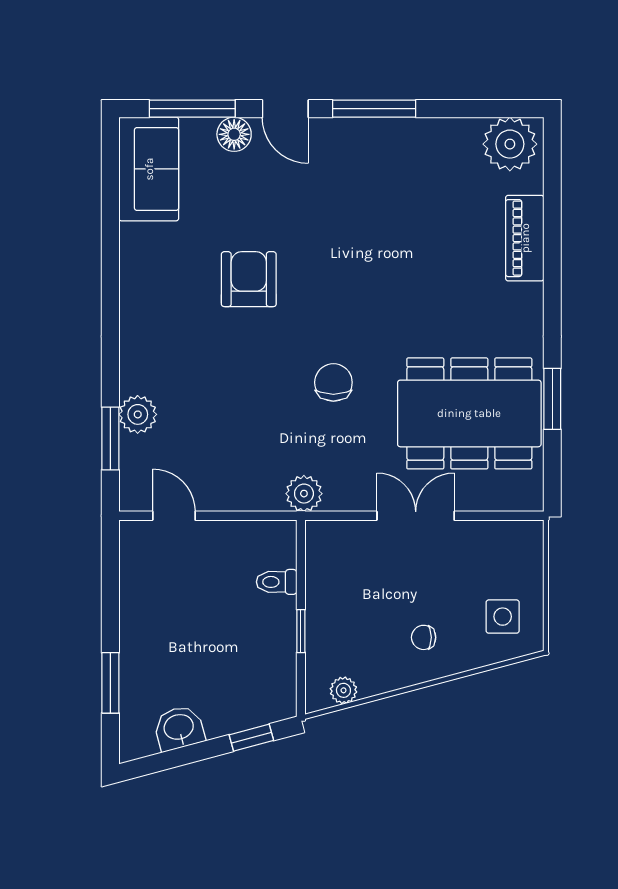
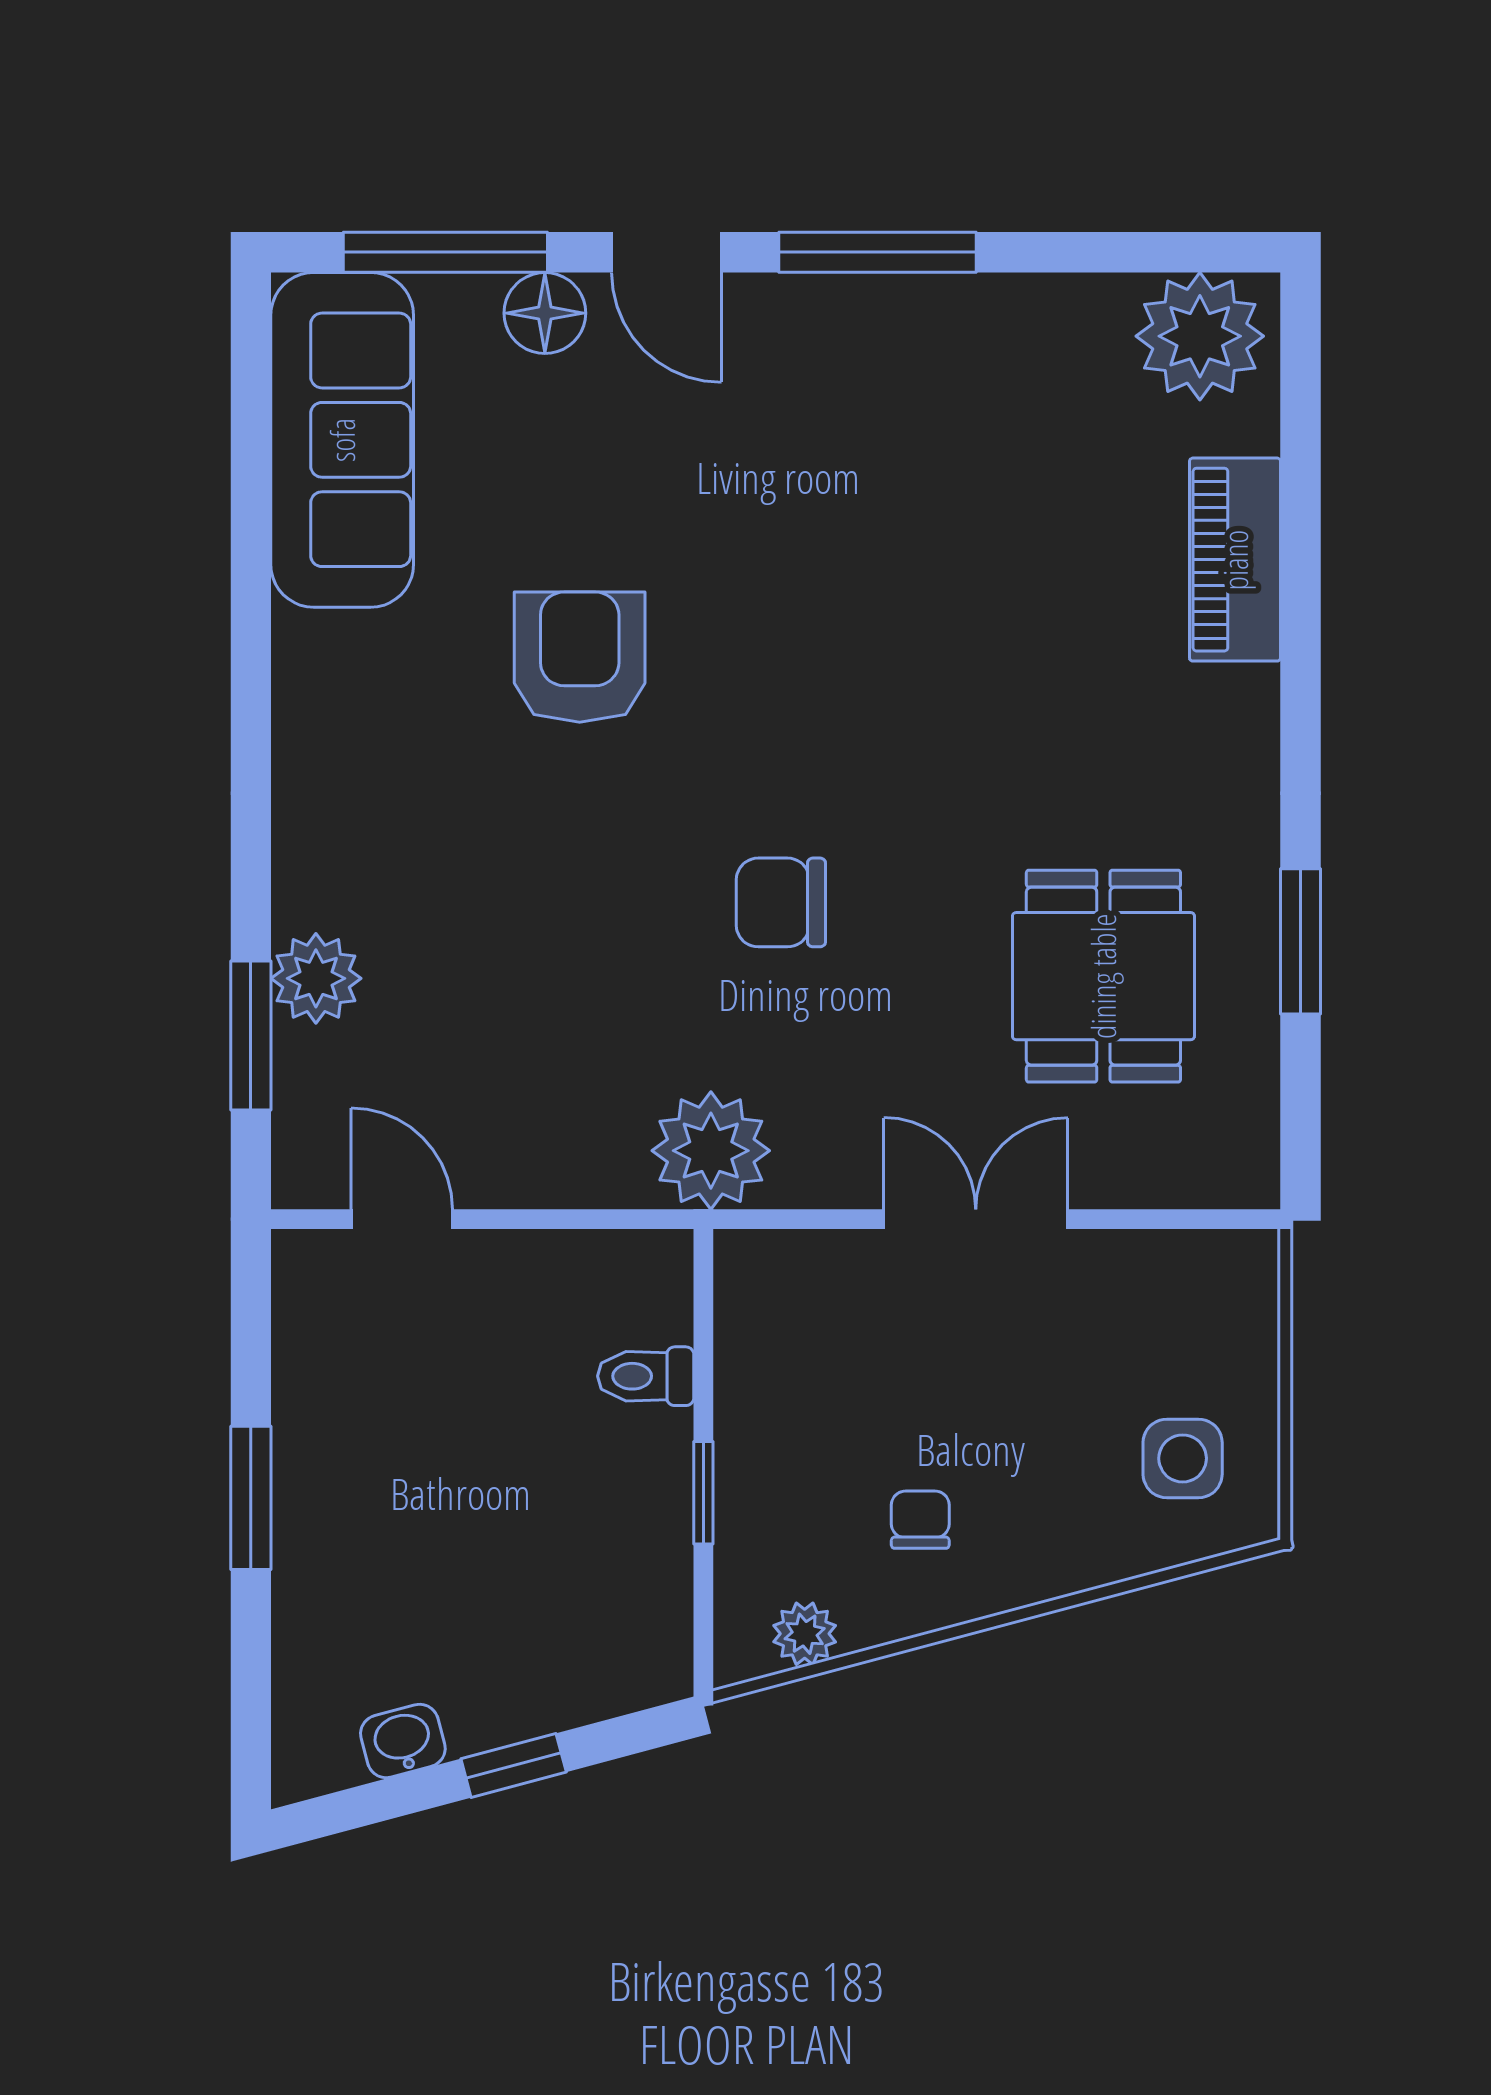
sofa: (149, 169) -> (342, 440), width x1.36
chair: (333, 382) -> (781, 902), turned -90
dining table: (469, 413) -> (1103, 976), width x0.53, depth x0.80
plant: (304, 494) -> (711, 1151), width x1.36, depth x1.36
chair: (424, 637) -> (920, 1520), moved, turned 90
window: (110, 683) -> (251, 1498), moved
washbasin: (179, 728) -> (403, 1741), width x0.72, depth x0.69
window: (251, 738) -> (514, 1765), moved

